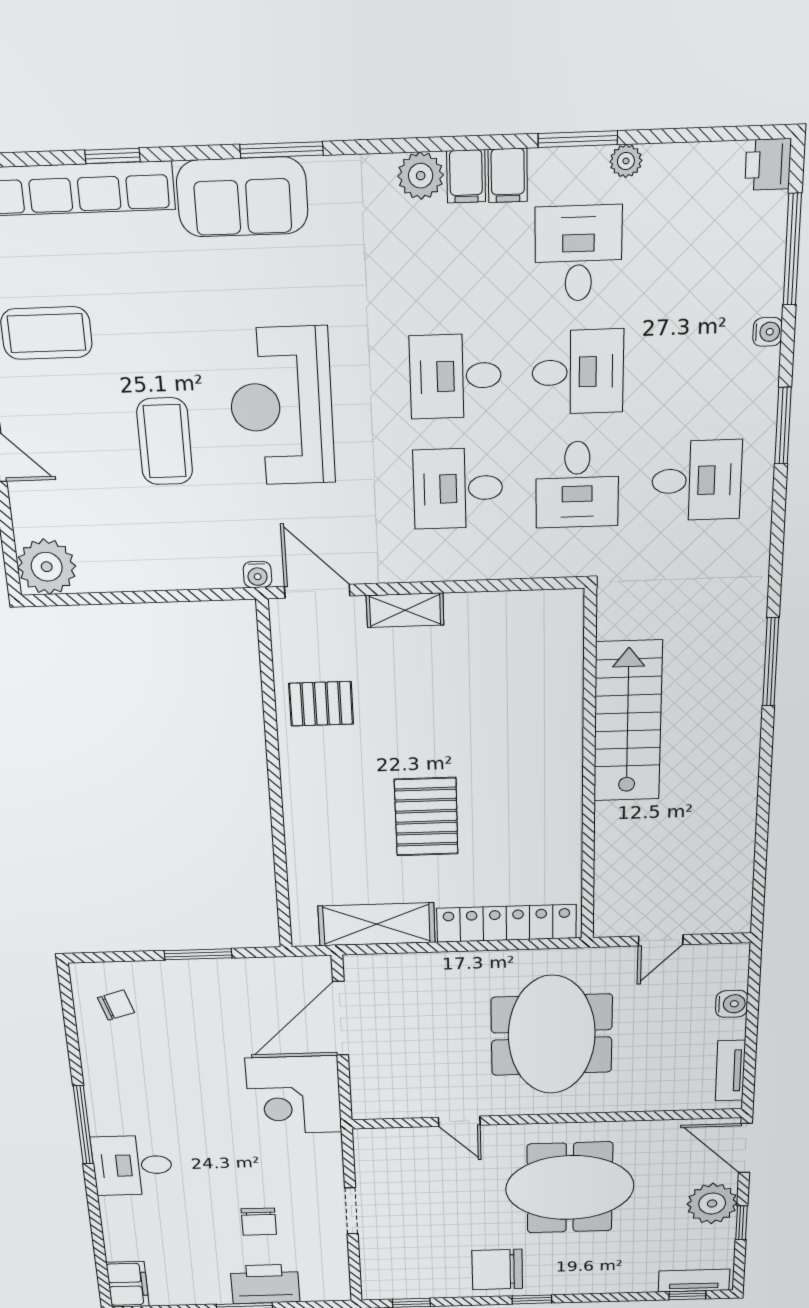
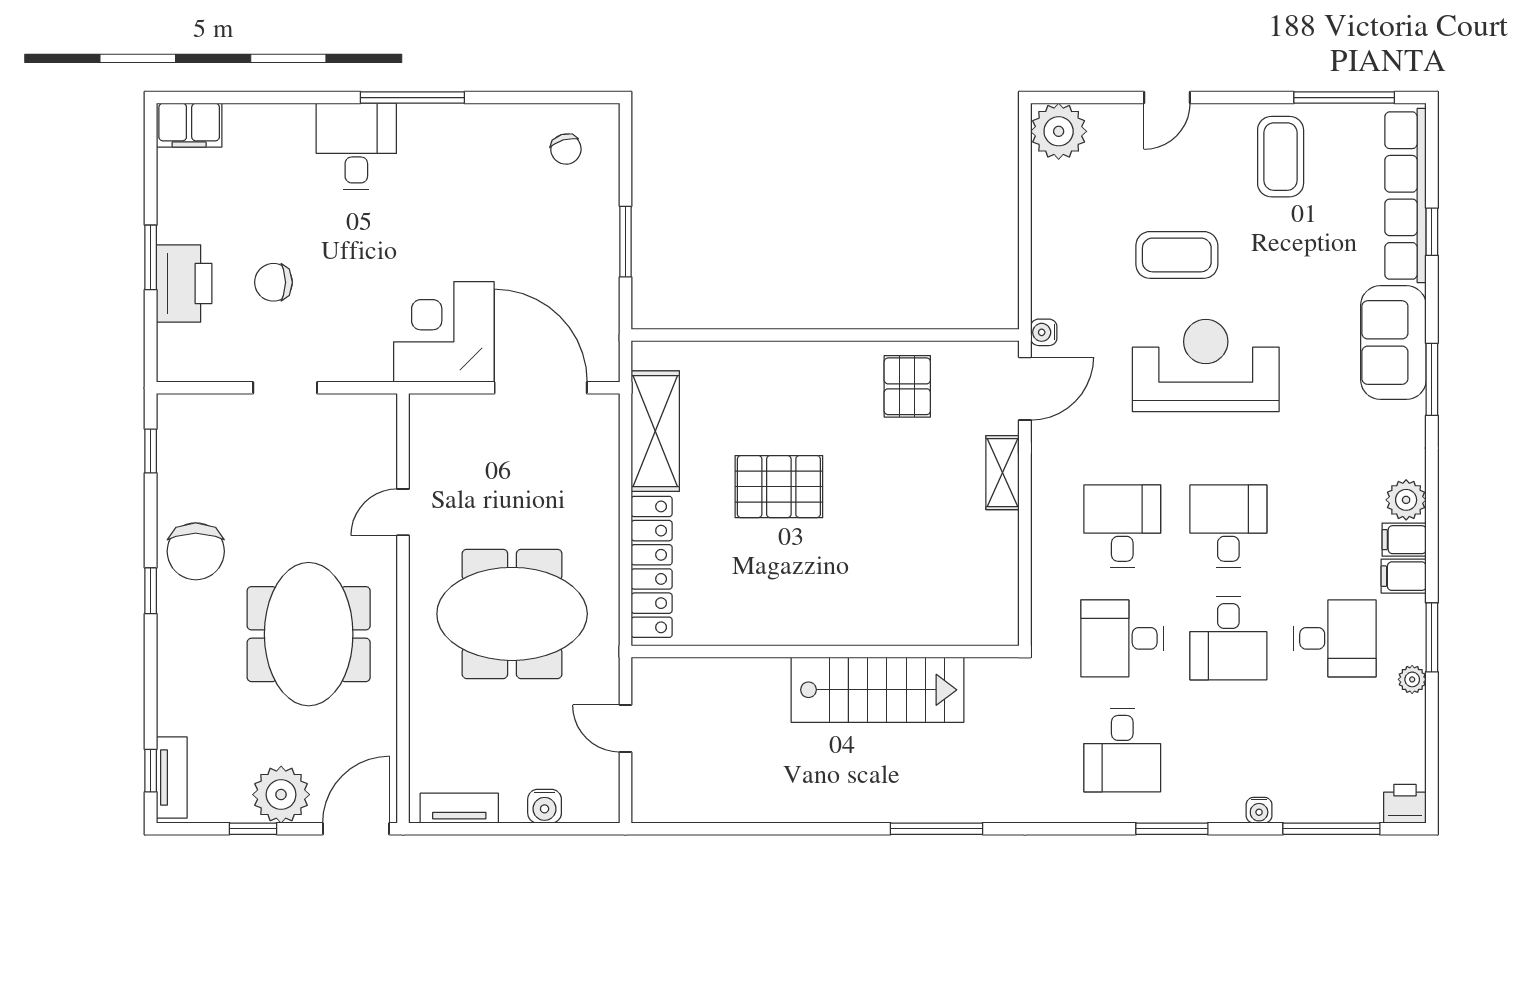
chair: (497, 1269) -> (196, 551), turned 180

